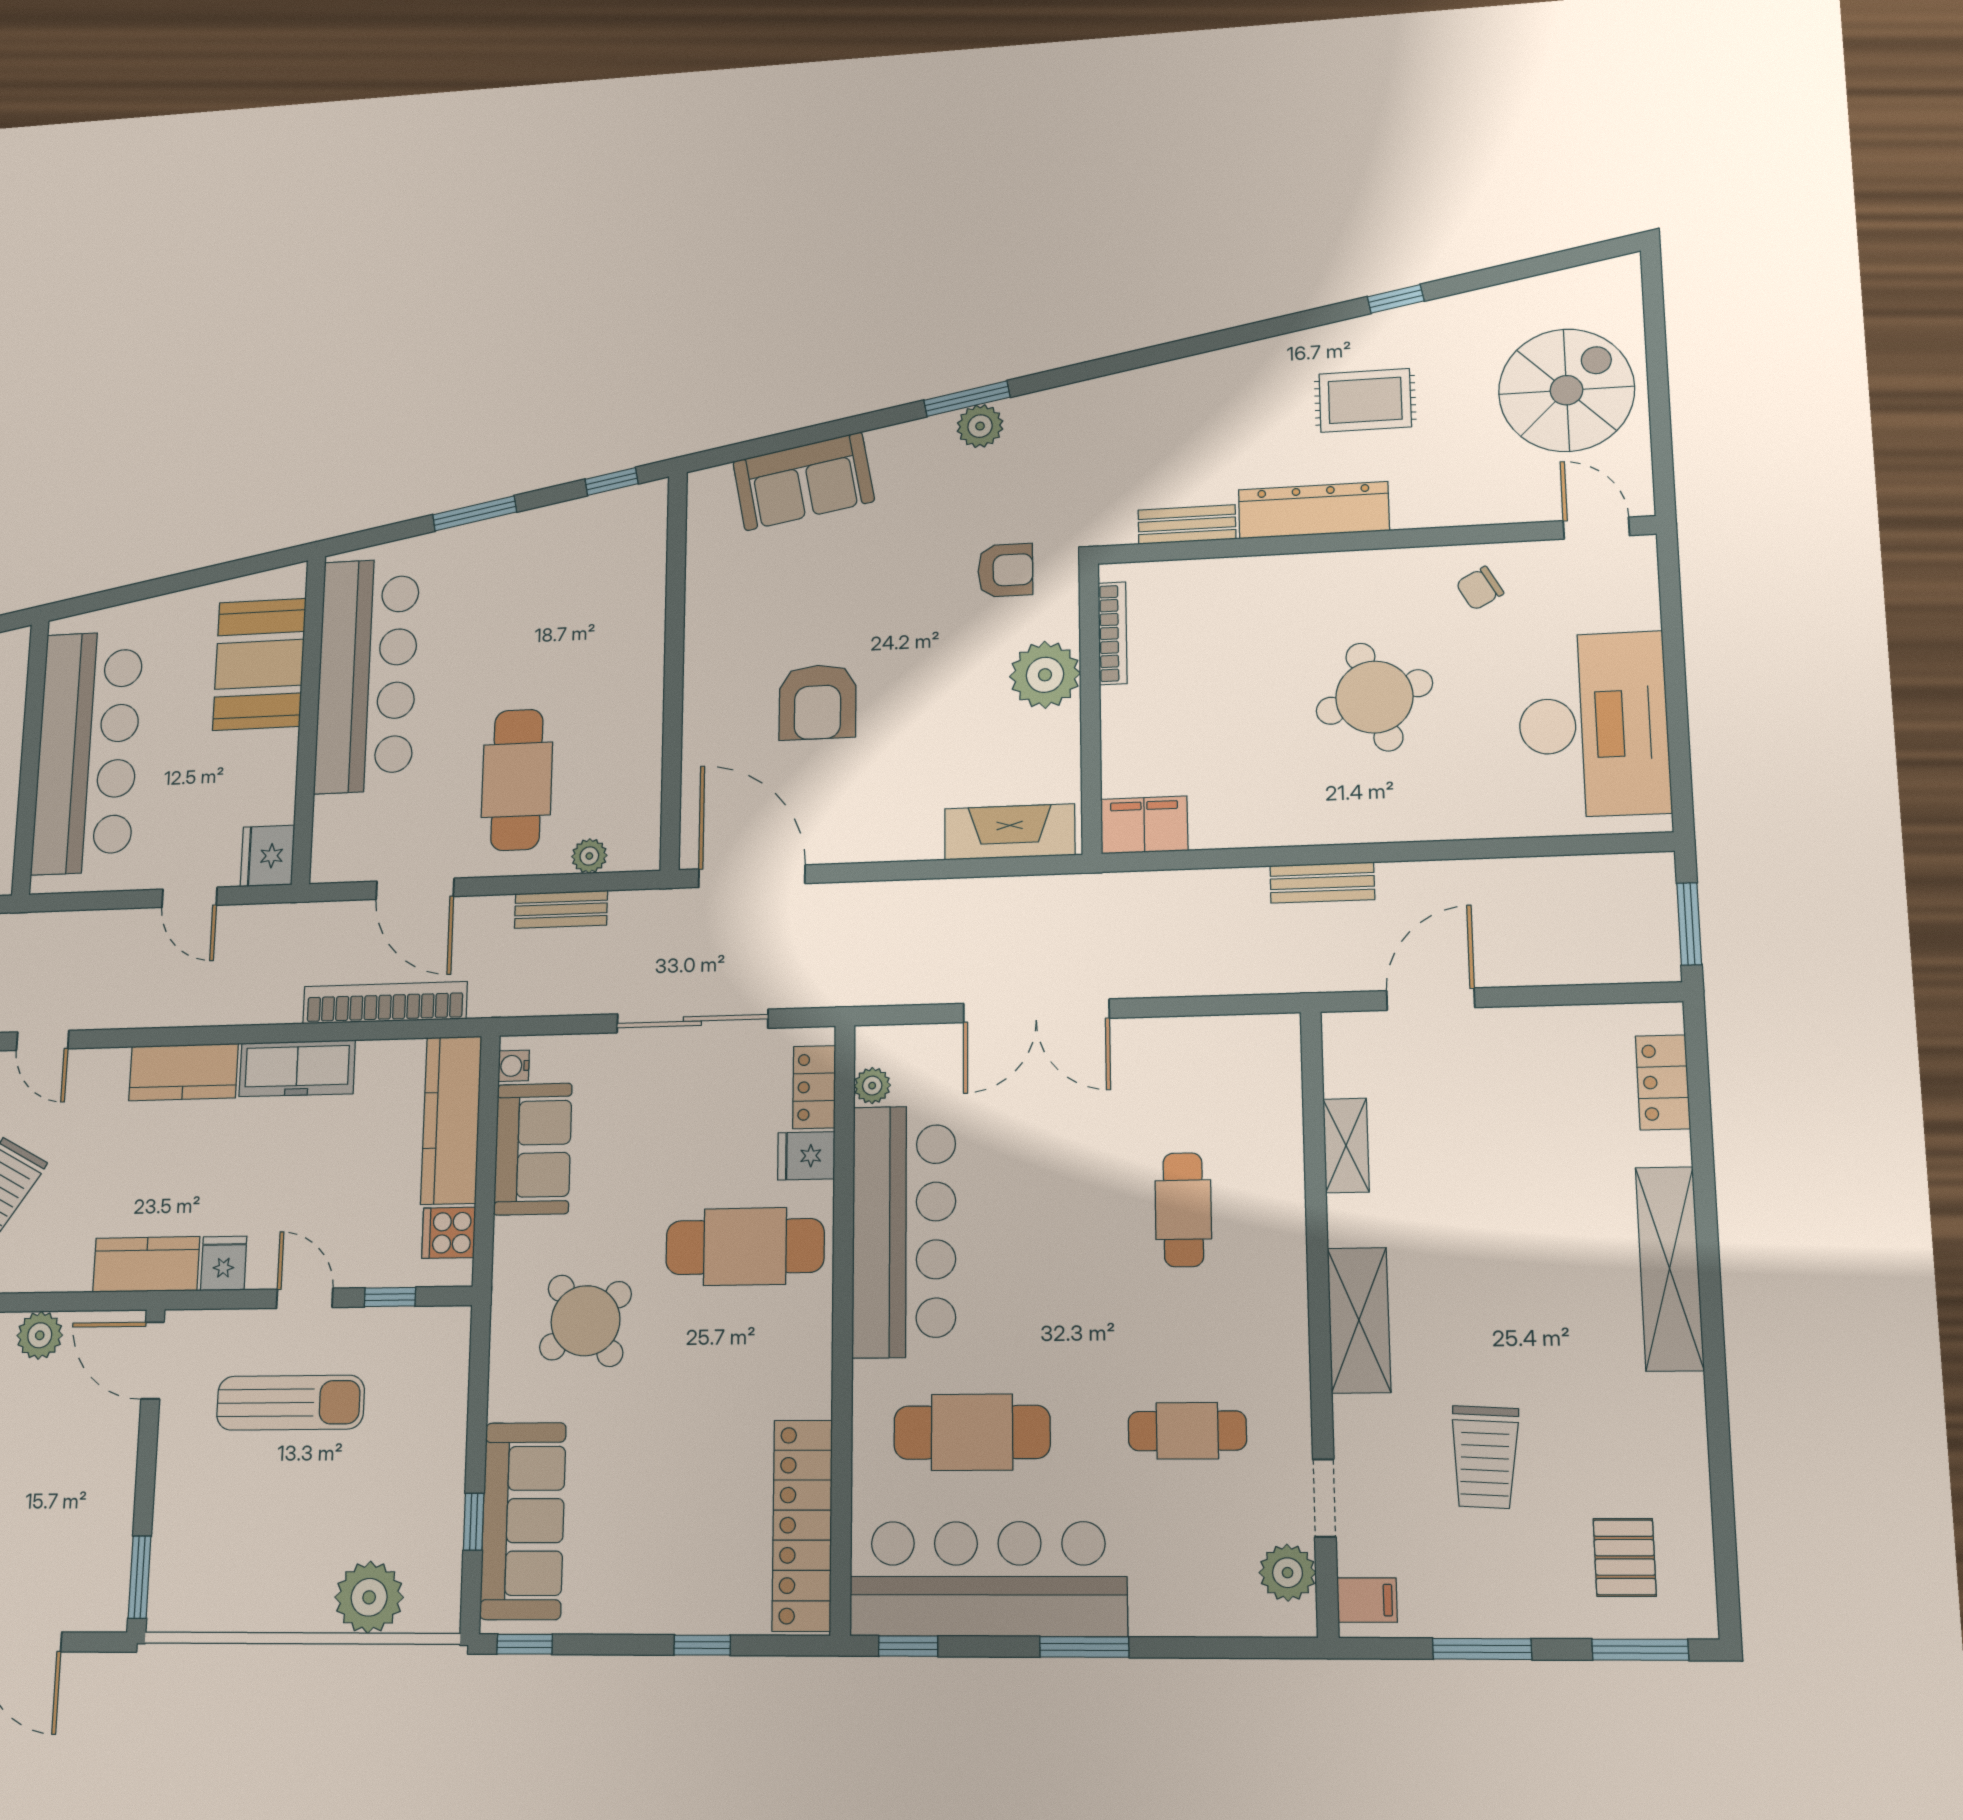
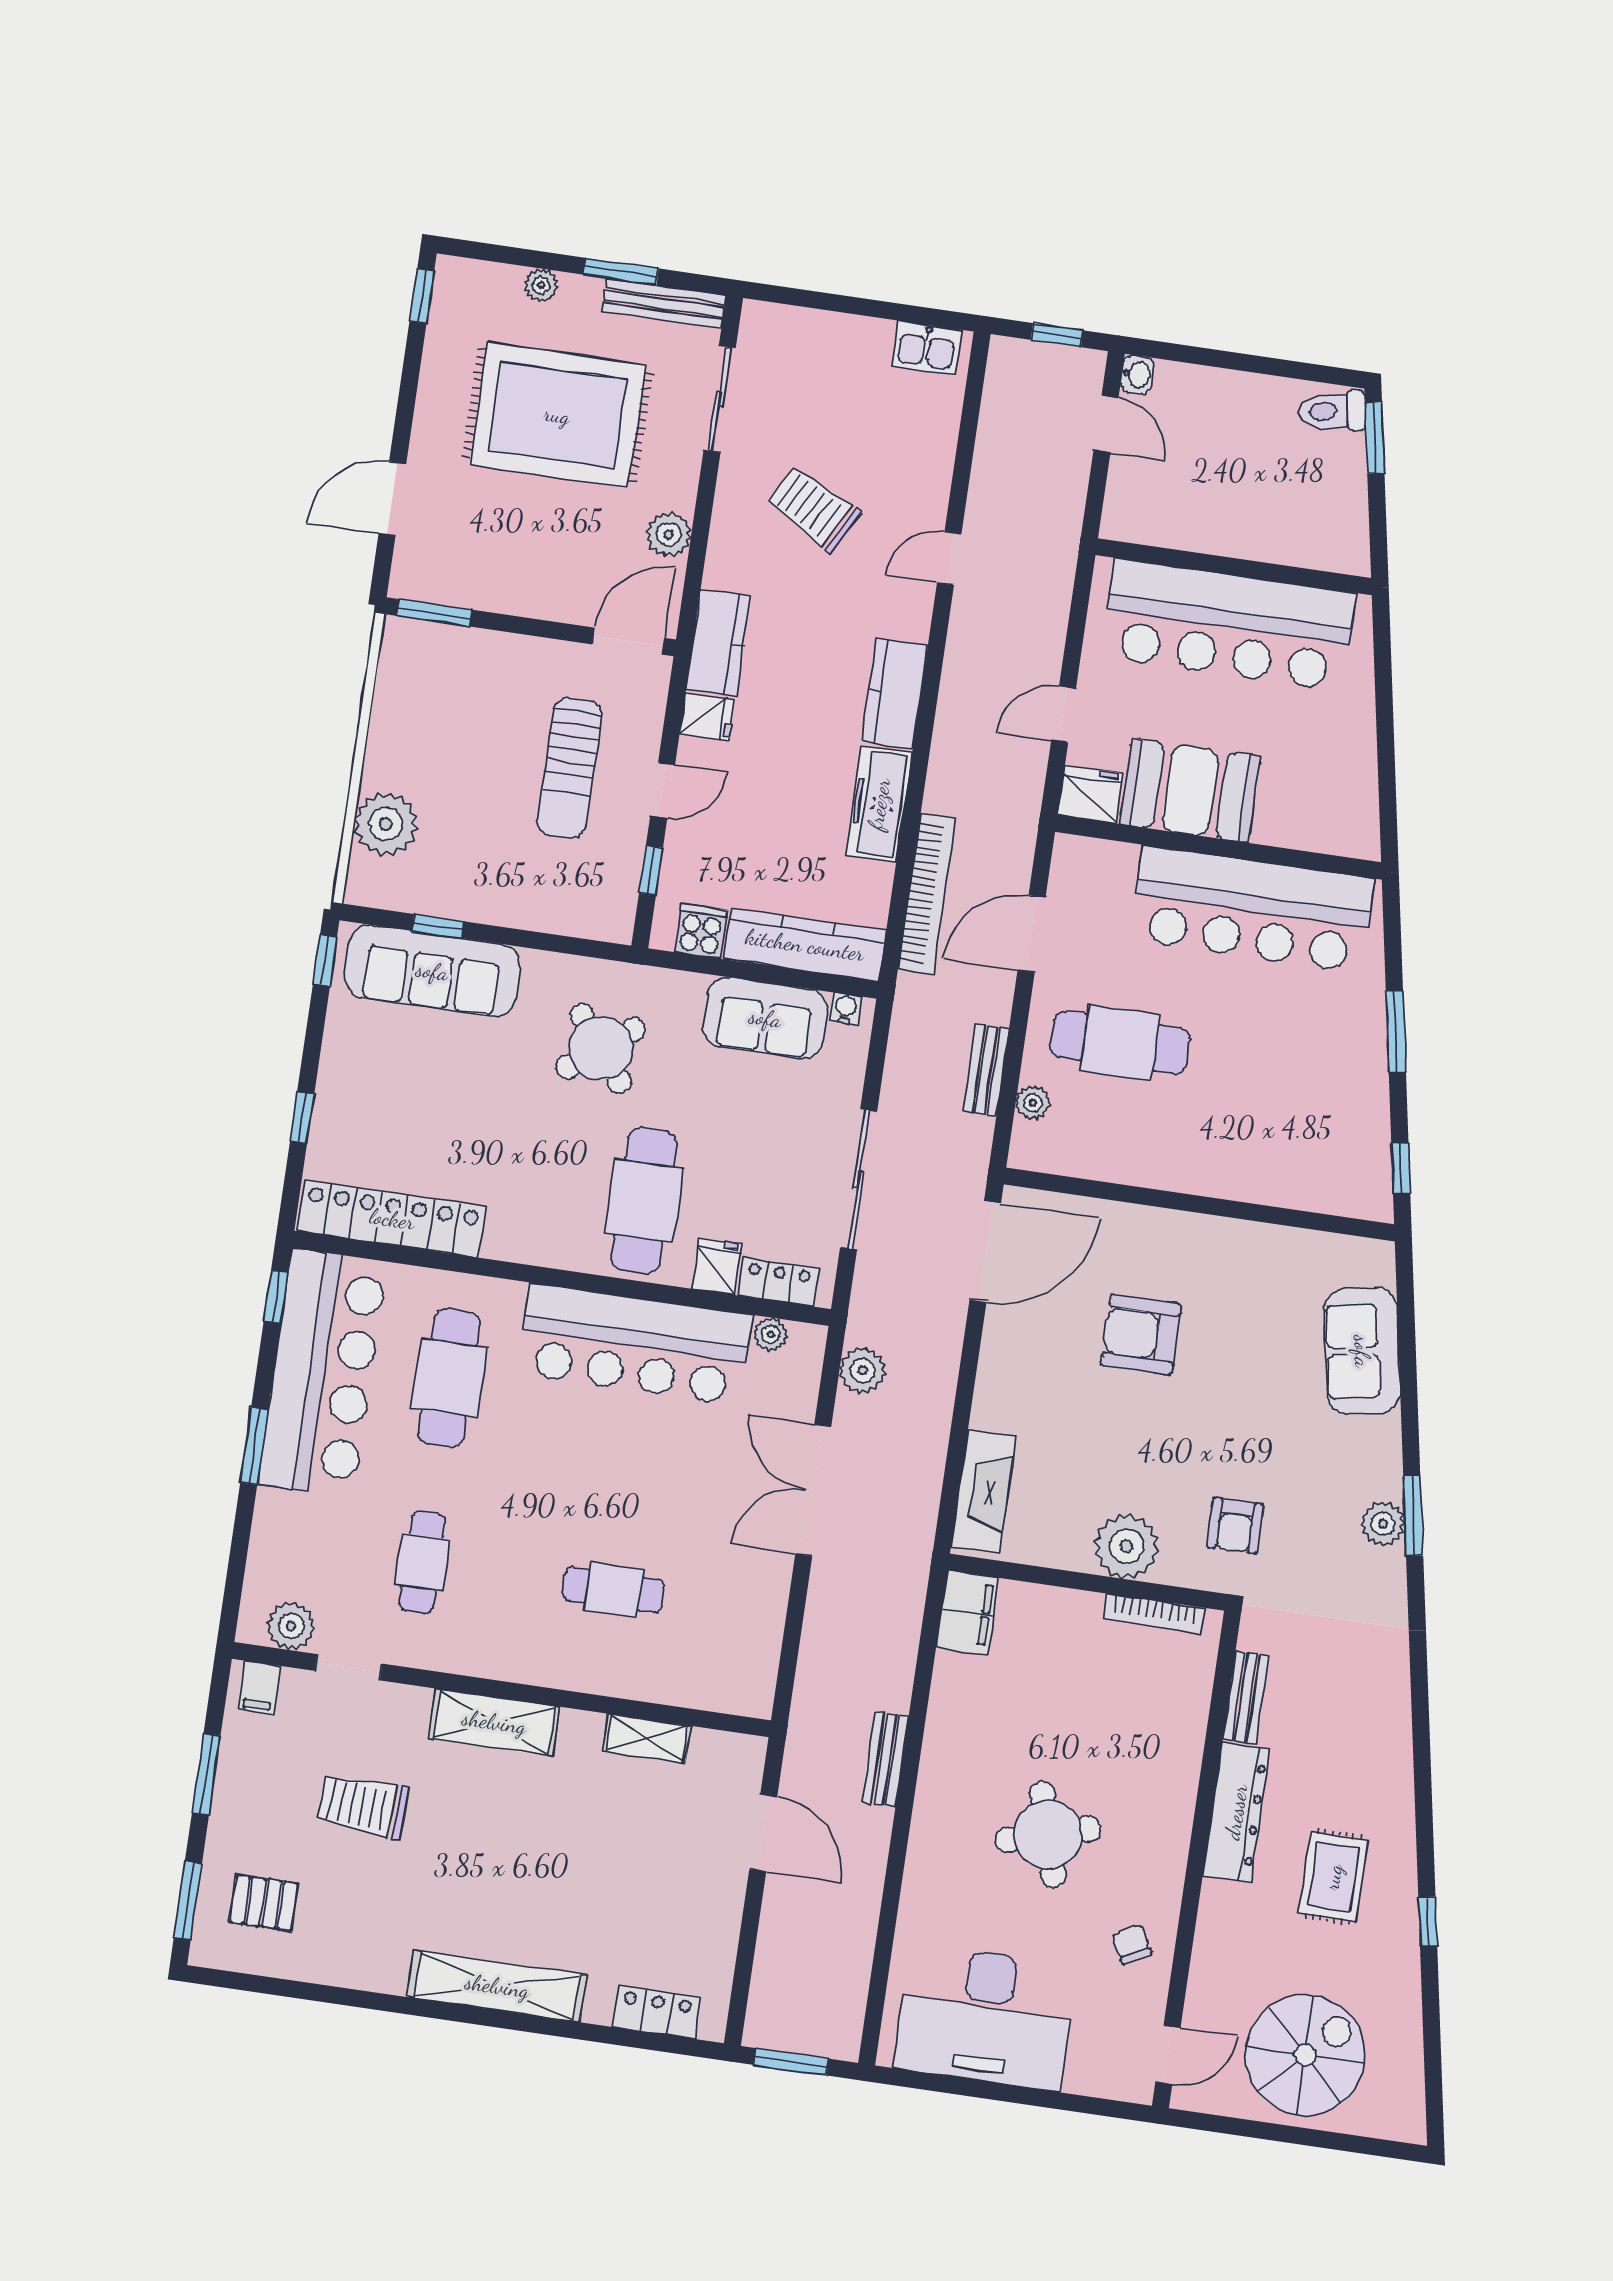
spiral stairs: (1566, 390) -> (1305, 2055), turned -90
booth: (259, 664) -> (1190, 790), moved
plant: (897, 981) -> (863, 1371), added

